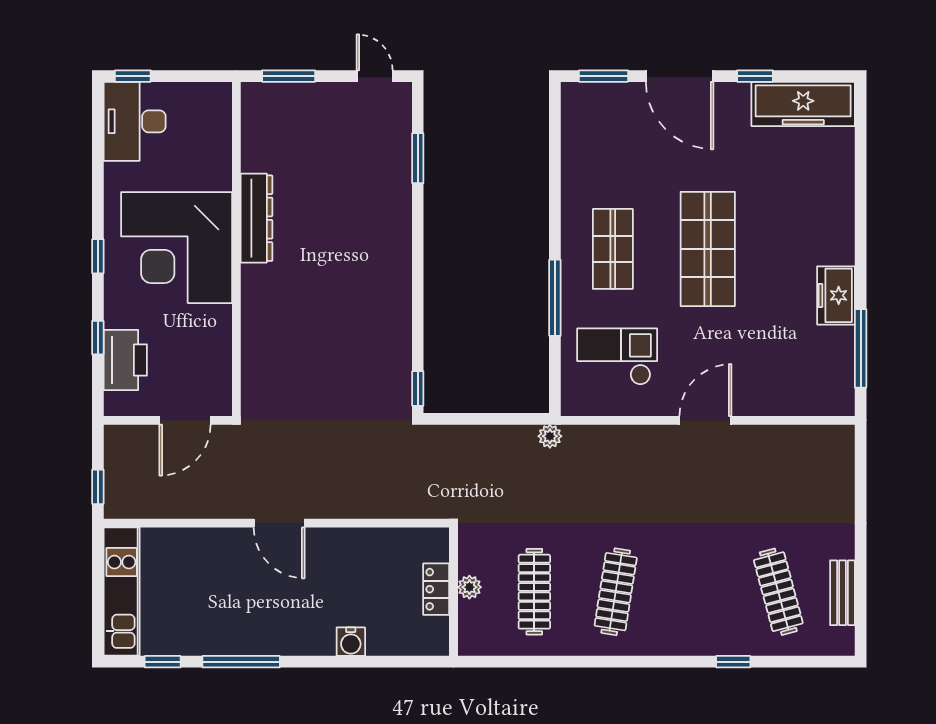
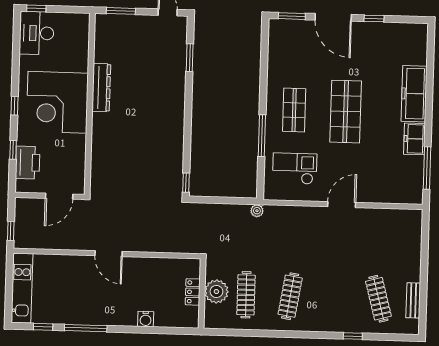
freezer: (803, 104) -> (414, 94), moved, turned 90
plant: (469, 587) -> (216, 291), width x1.88, depth x1.88

